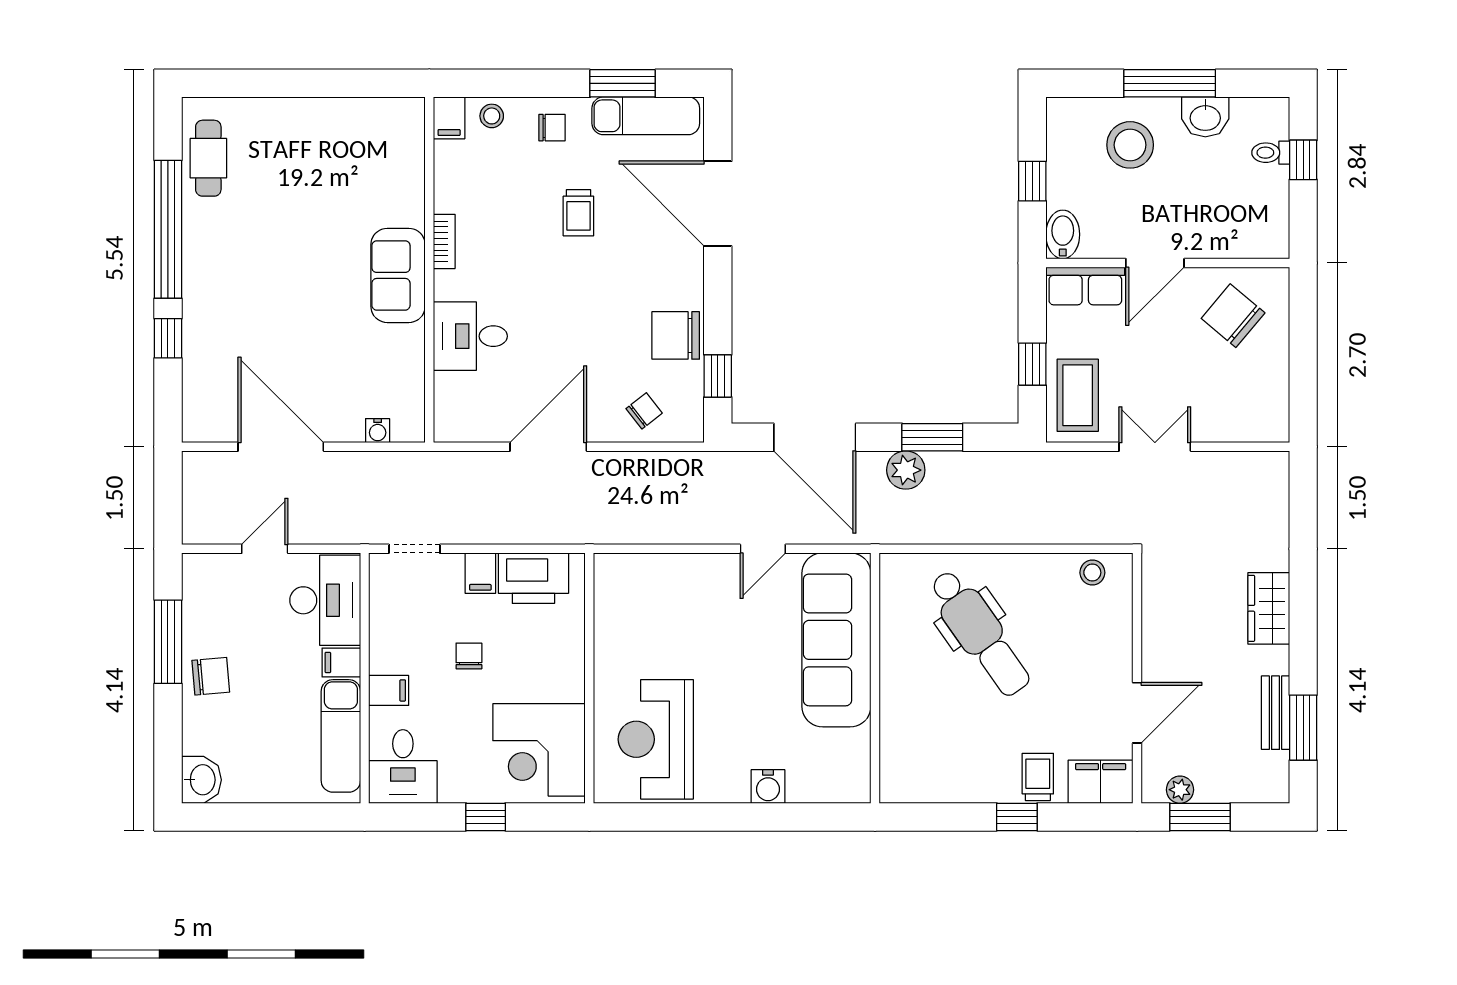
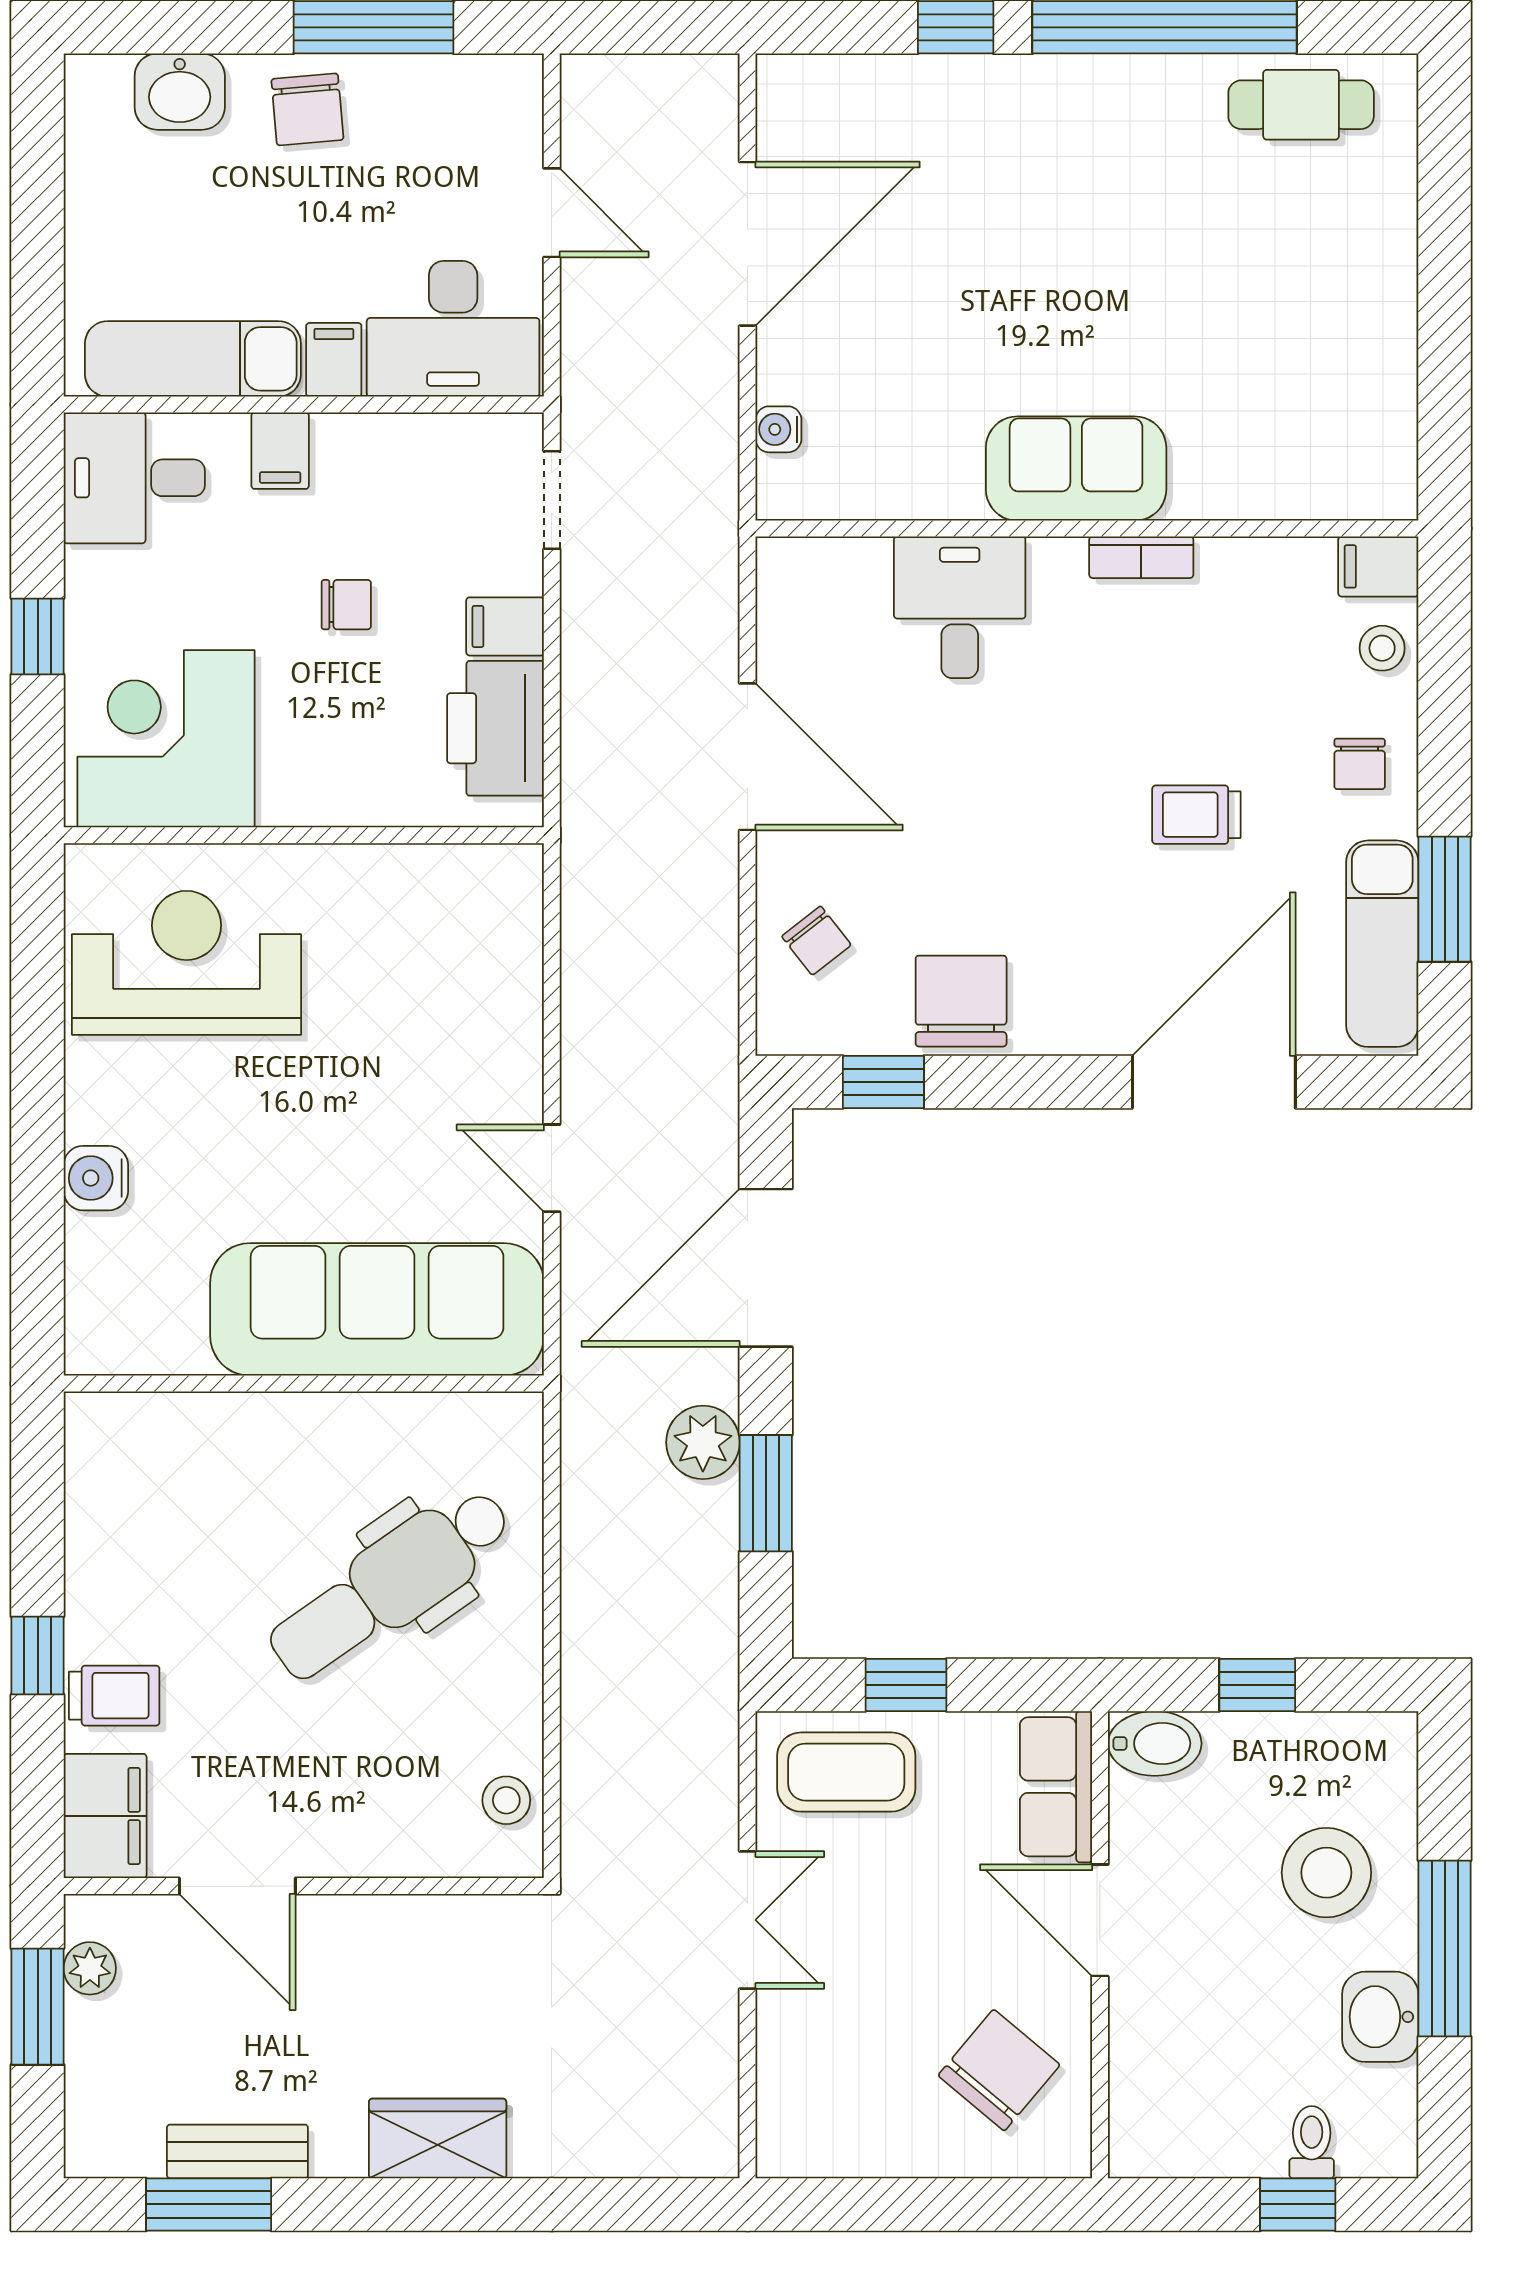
washbasin: (202, 780) -> (180, 92), moved

